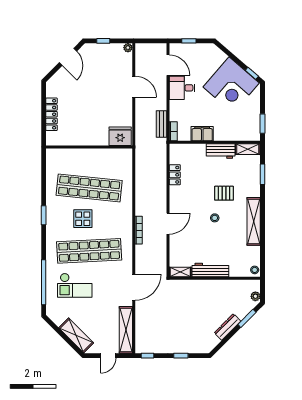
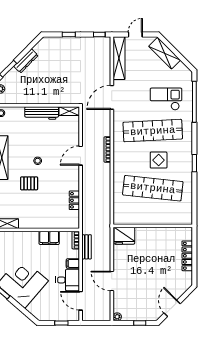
filing cabinet: (176, 106) -> (73, 263), added
workbench: (221, 151) -> (32, 222), removed

